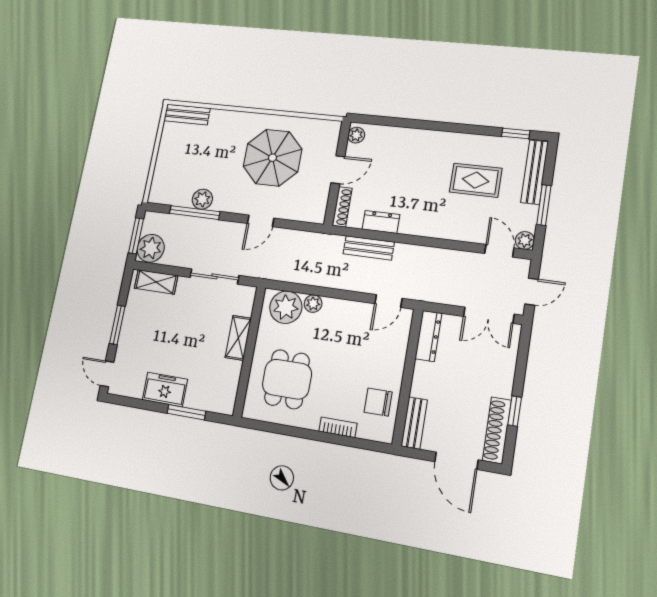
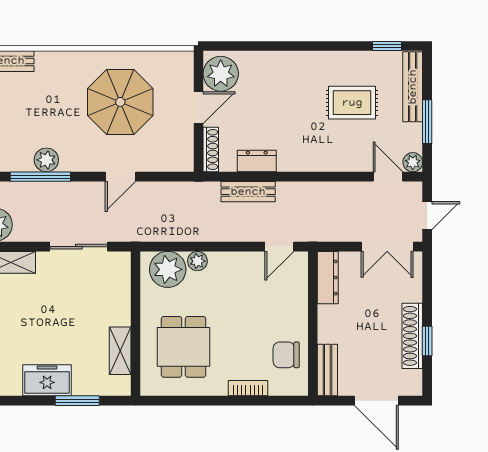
plant: (356, 135) -> (221, 74), width x1.87, depth x1.87
shelving: (238, 338) -> (120, 351), moved
shoe rack: (497, 430) -> (412, 336), moved

